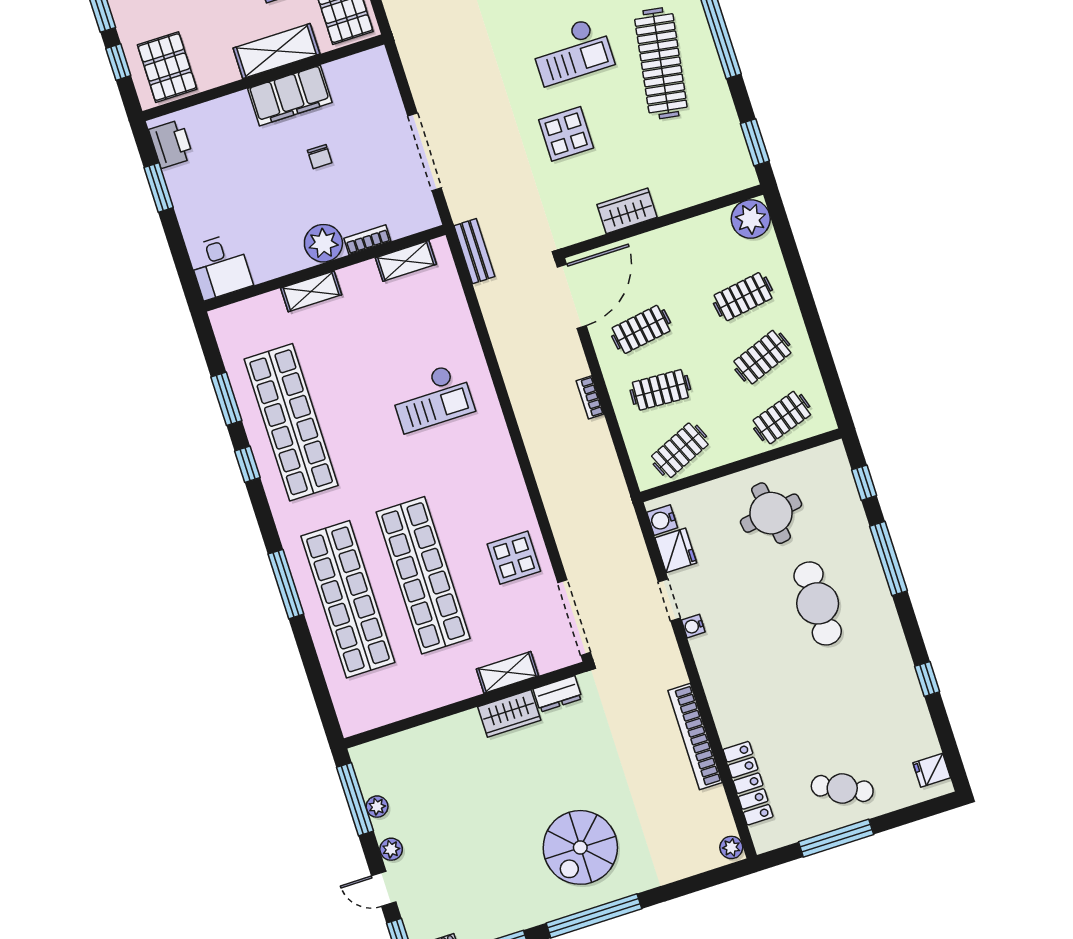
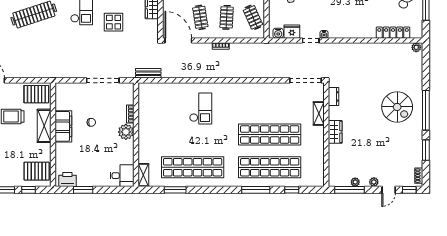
shelving: (406, 261) -> (143, 102), removed
shelving: (311, 291) -> (143, 175), moved
window: (247, 464) -> (292, 190), moved
display table: (514, 558) -> (274, 96), removed
wardrobe: (509, 713) -> (335, 132), moved
bookcase: (695, 737) -> (368, 48), removed

